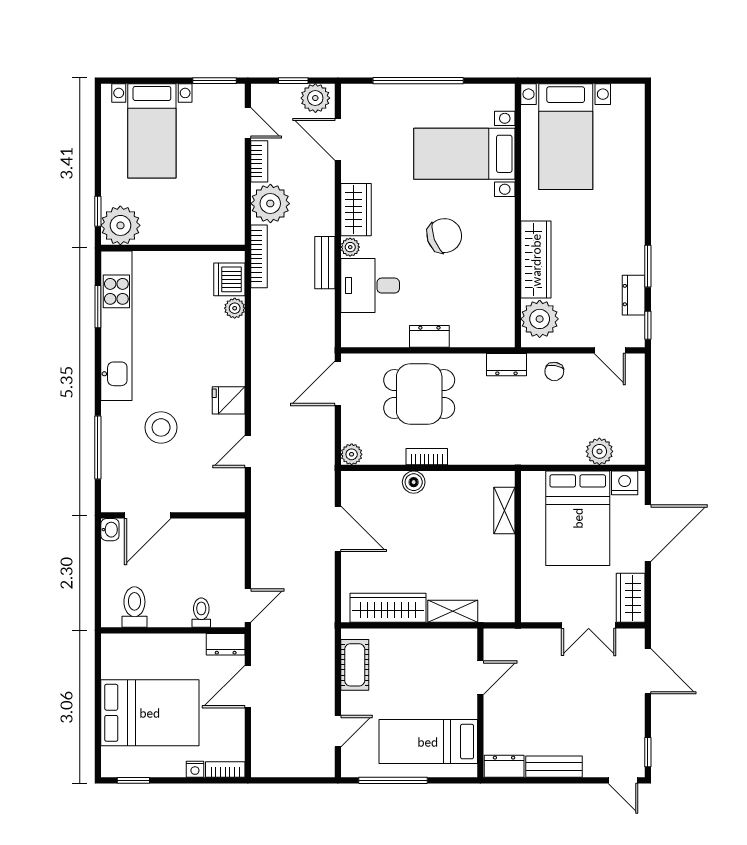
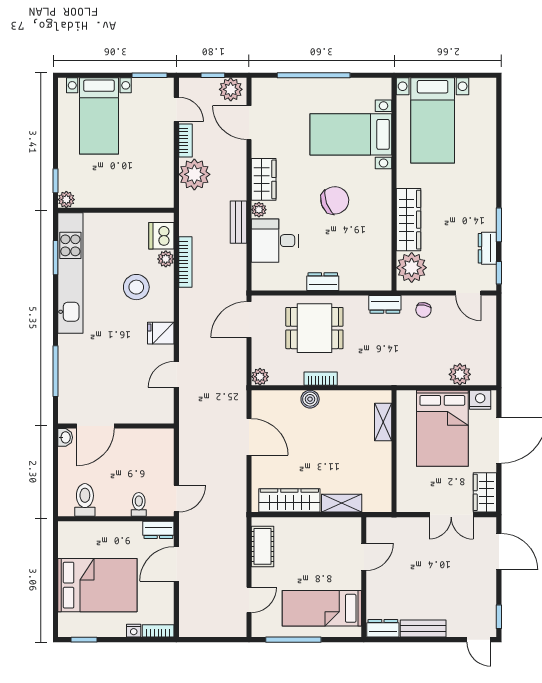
plant: (120, 225) -> (66, 200), width x0.53, depth x0.53
bookcase: (259, 256) -> (185, 262), moved
stool: (161, 427) -> (136, 287), moved

